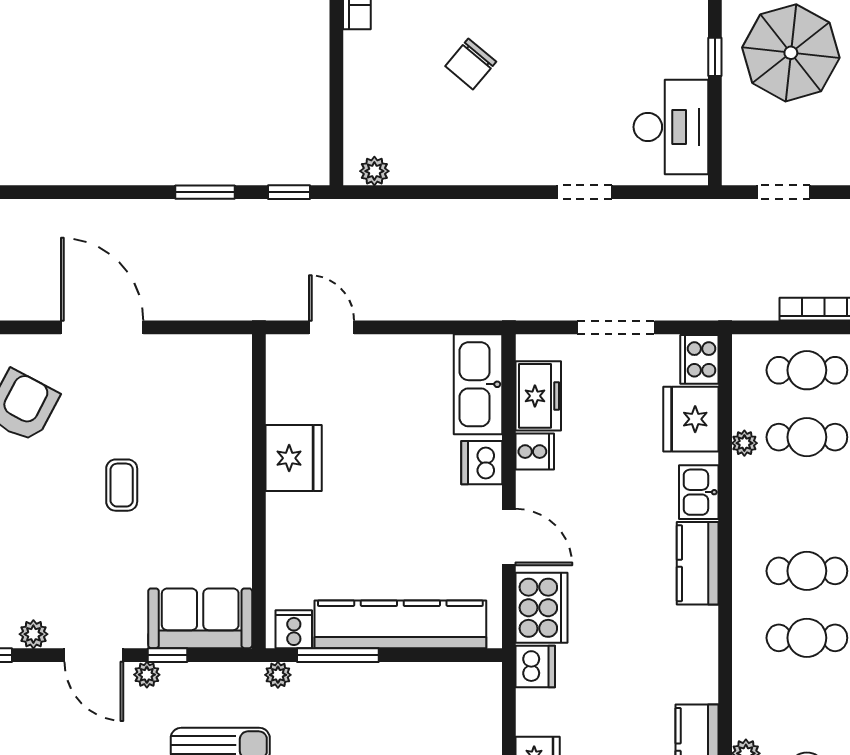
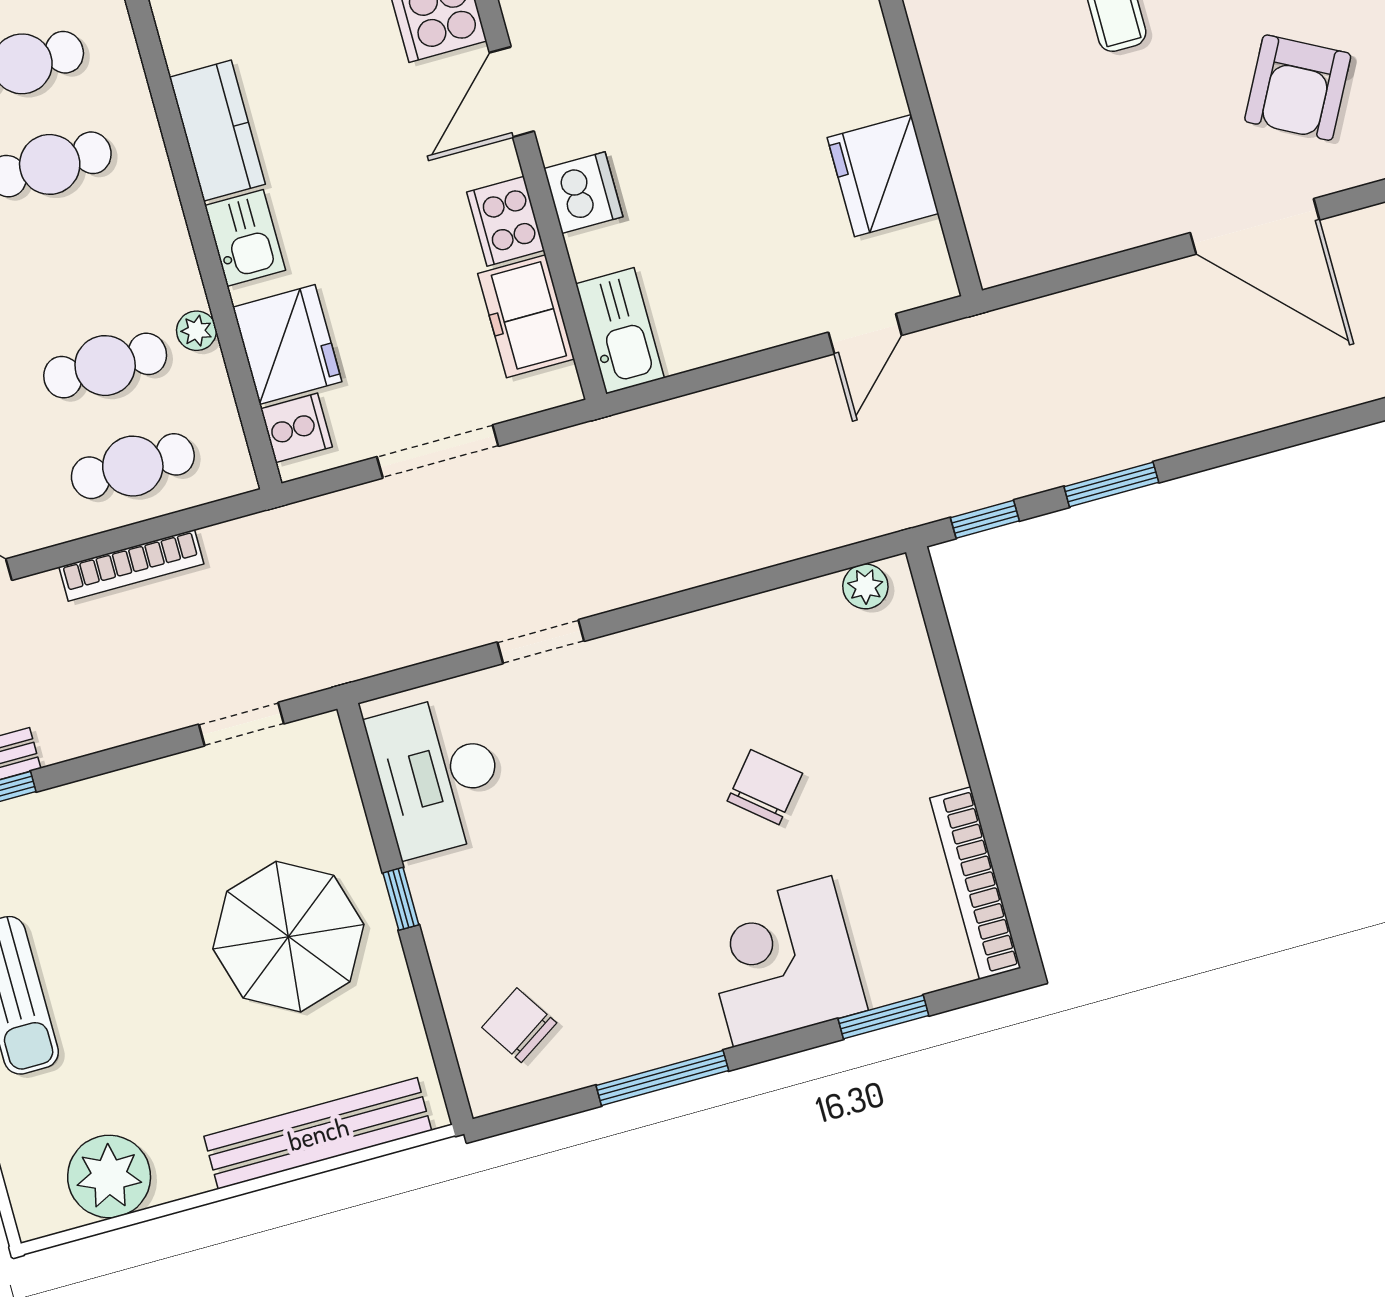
door: (102, 327) -> (1255, 226), moved
door: (332, 327) -> (865, 334), hinge flipped
cooker: (699, 359) -> (296, 428), width x0.73
kitchen sink: (478, 384) -> (620, 331), width x0.73, depth x0.81
cooker: (535, 452) -> (506, 221), width x1.36
fridge: (294, 458) -> (883, 176), moved
door: (509, 537) -> (512, 92), hinge flipped

